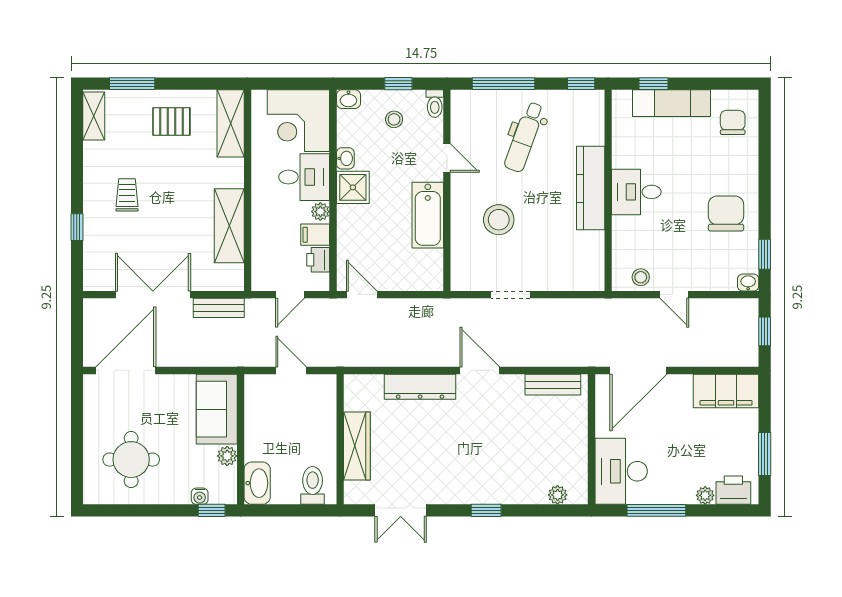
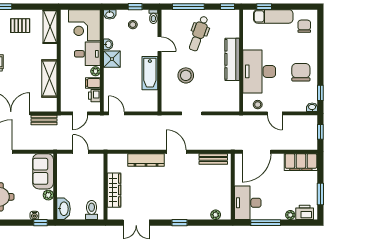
desk: (636, 192) -> (259, 71), width x1.87, depth x1.30

